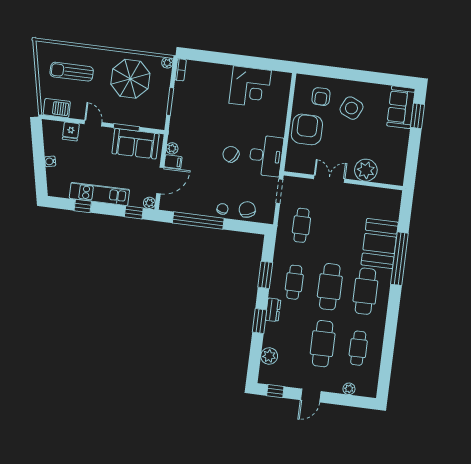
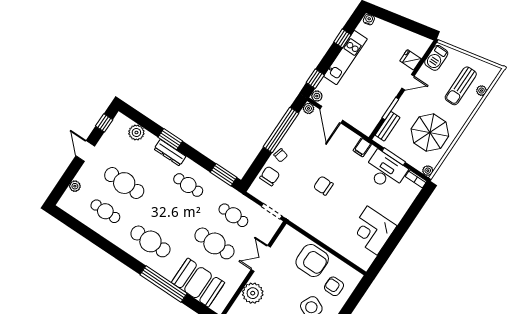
plant: (66, 50) -> (481, 91), added
sun lounger: (72, 72) -> (461, 86), turned 180
bench: (144, 122) -> (388, 126), added
sofa: (136, 144) -> (373, 109), removed
plant: (172, 148) -> (309, 108), moved
chair: (231, 154) -> (323, 186), turned -124
desk: (266, 156) -> (385, 171), moved, turned 180
water cooler: (50, 161) -> (369, 20), moved
filing cabinet: (173, 162) -> (362, 147), moved
double door: (329, 179) -> (261, 258), swing flipped
chair: (247, 210) -> (270, 176), turned -71
booth: (380, 244) -> (198, 283), moved
window: (265, 275) -> (223, 175), moved
cafe table: (330, 287) -> (214, 243), moved
dresser: (273, 310) -> (170, 153), width x1.44

